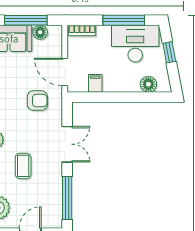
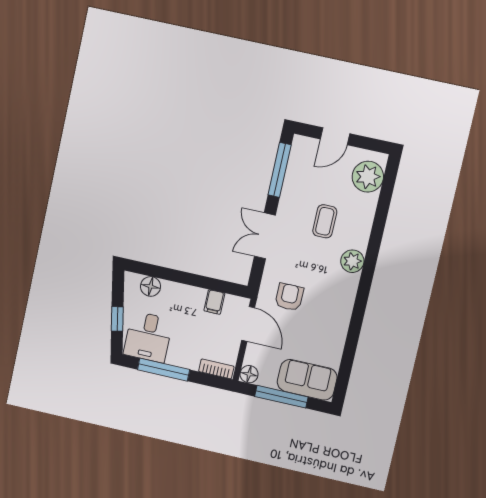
floor lamp: (40, 32) -> (249, 374), moved
desk: (135, 44) -> (148, 337), width x0.73
armchair: (37, 101) -> (289, 297), turned 90

